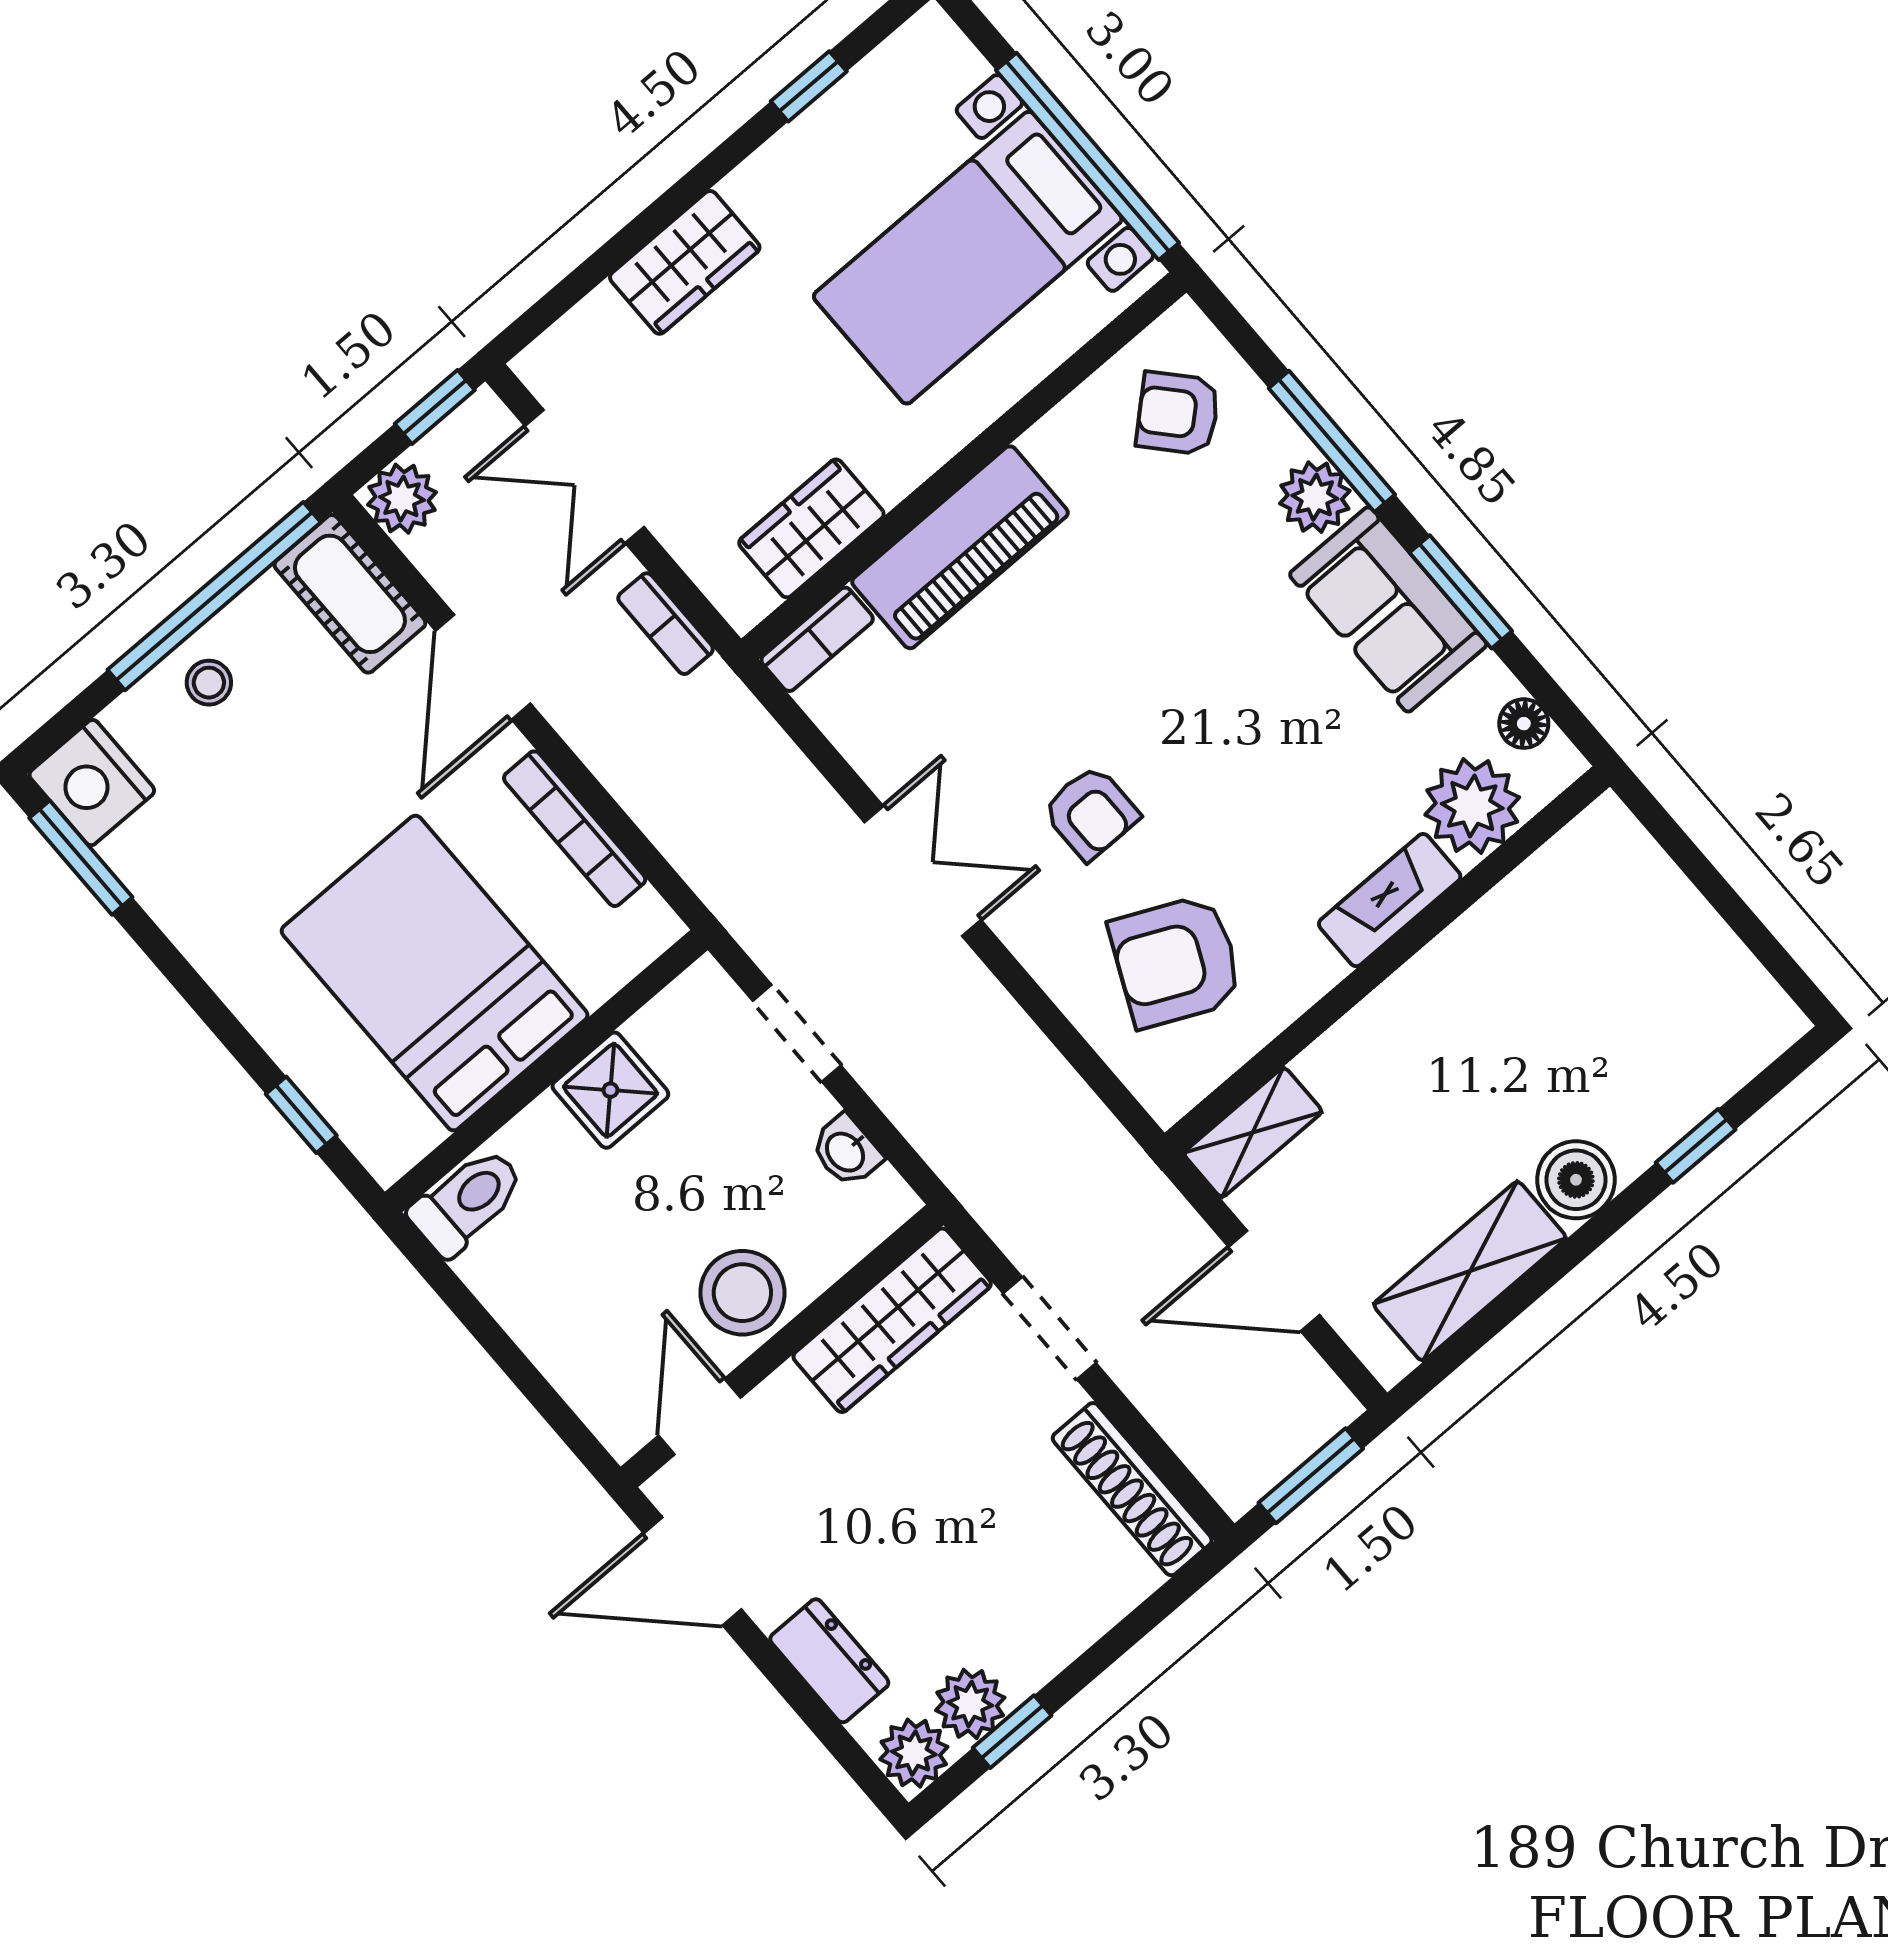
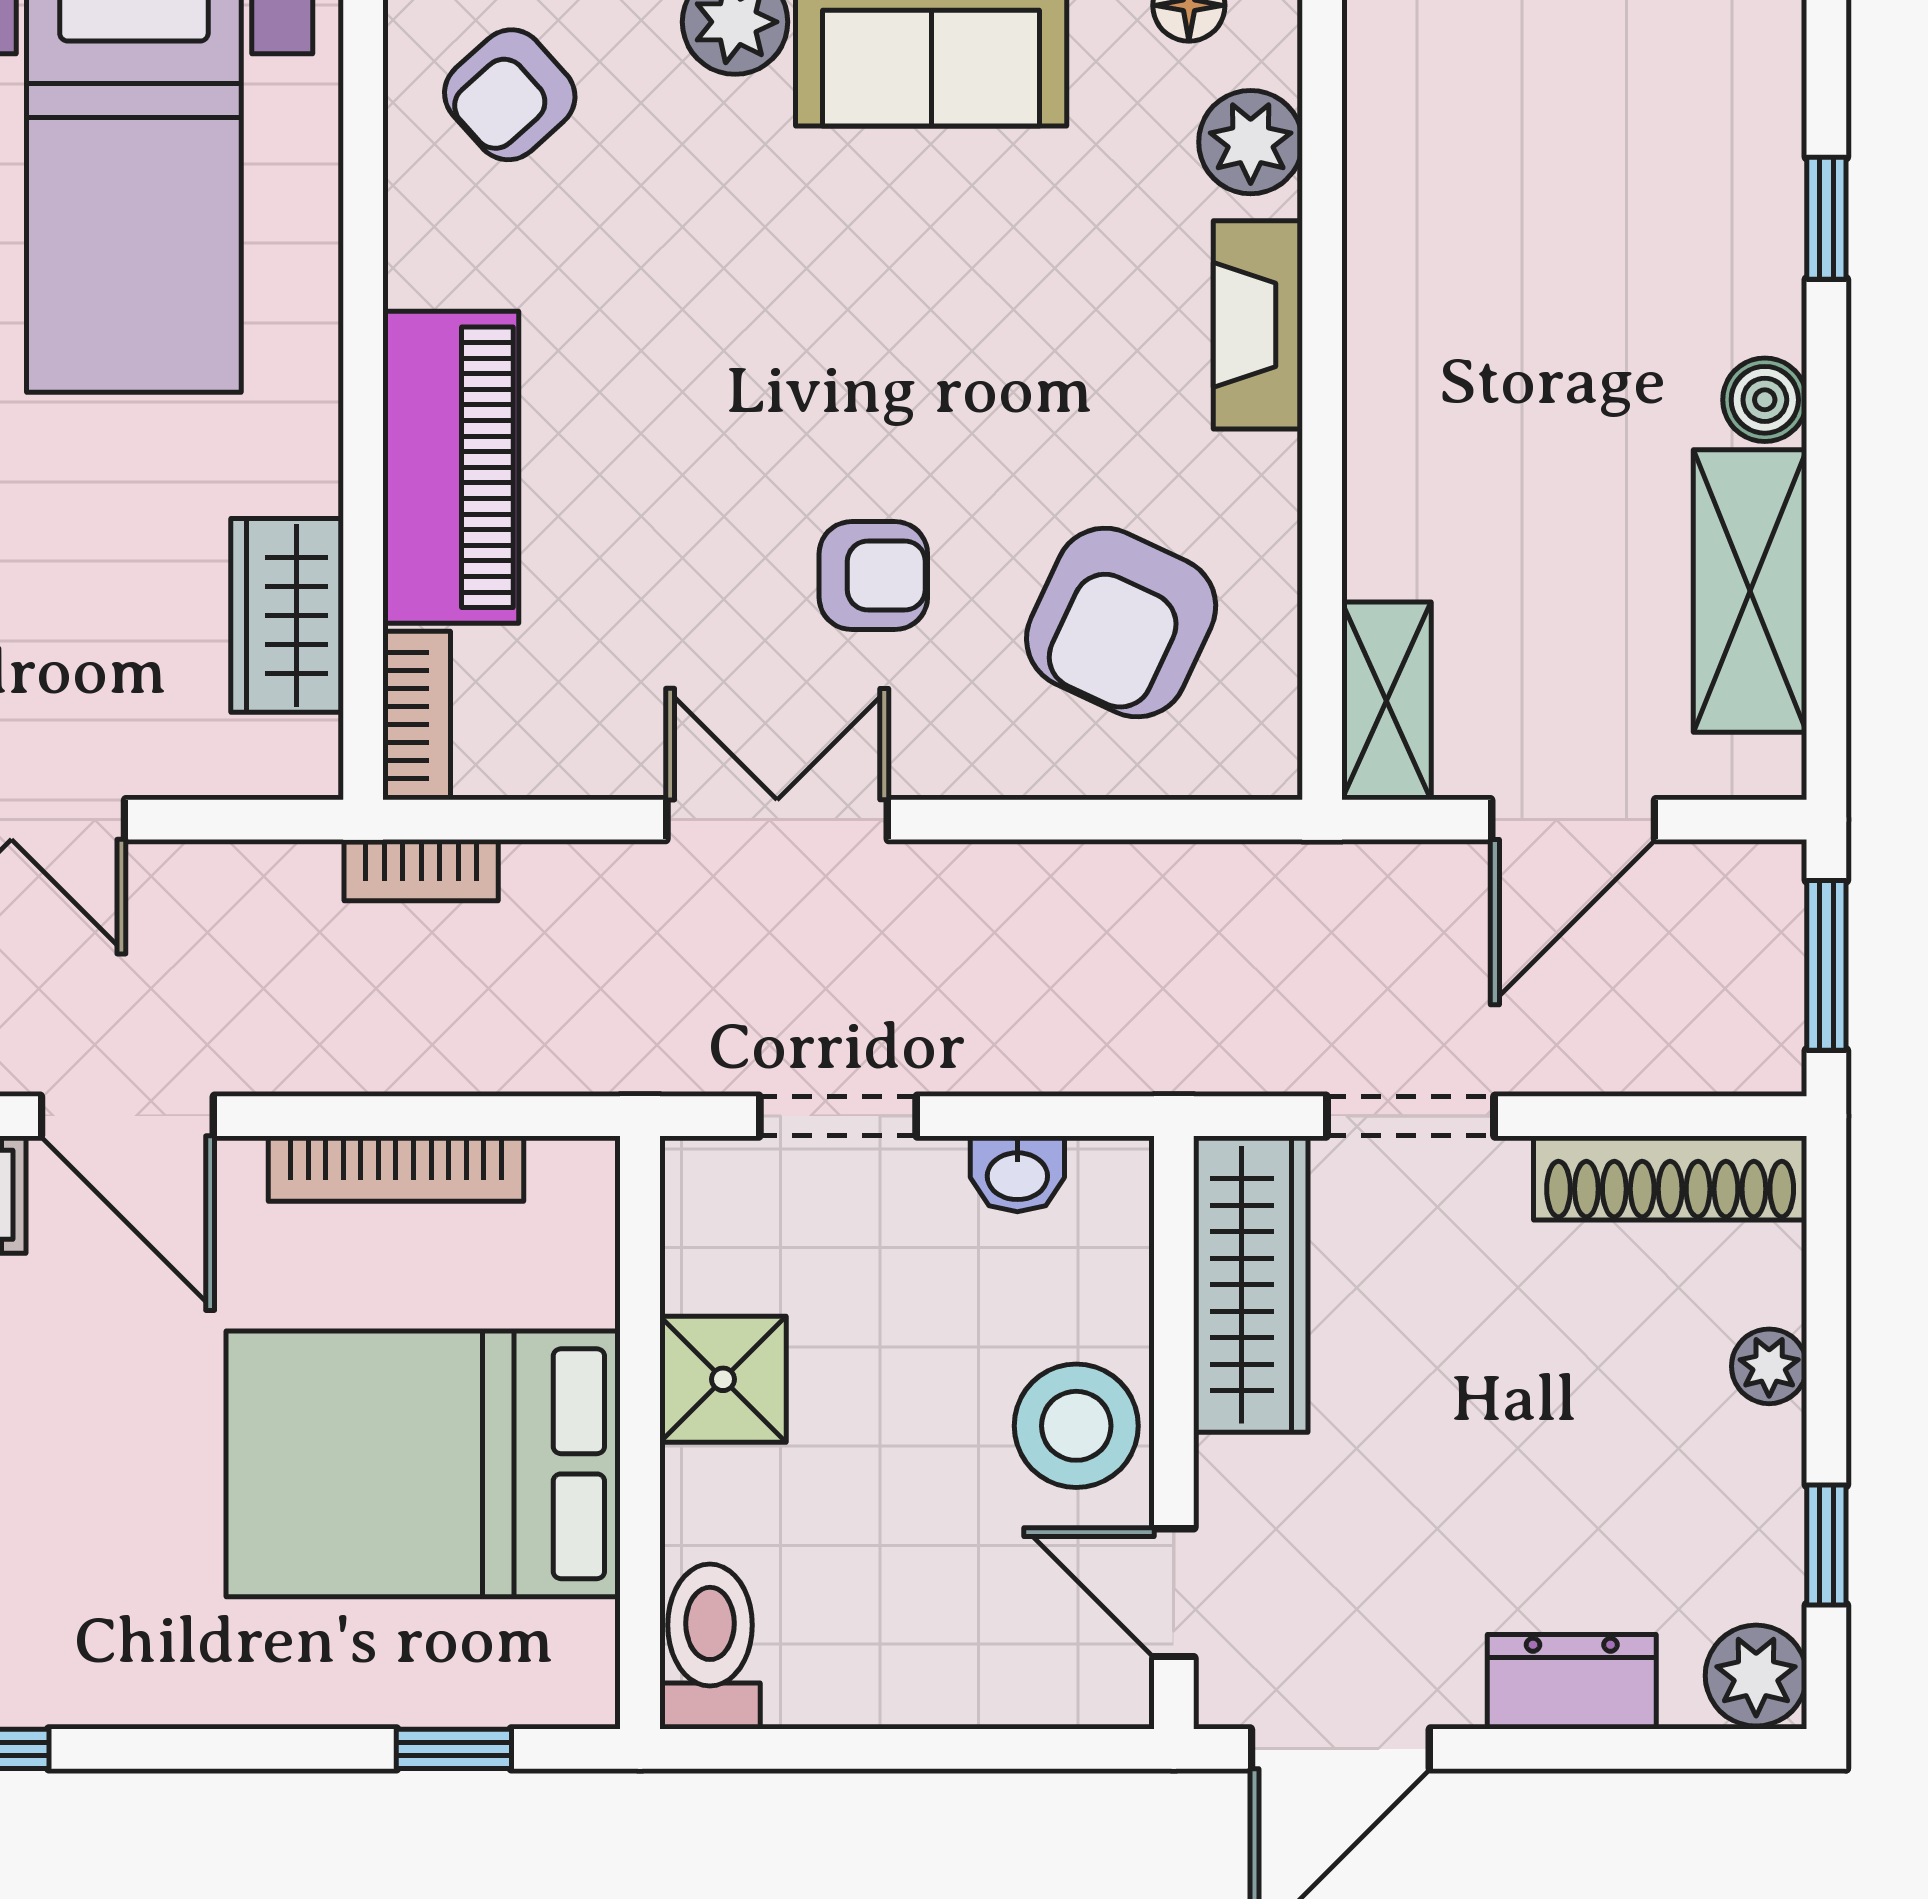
bookcase: (666, 624) -> (421, 870), moved
plant: (1472, 806) -> (1251, 142), width x0.73, depth x0.73
boiler: (1576, 1180) -> (1765, 400), width x0.73, depth x0.73
plant: (970, 1704) -> (1769, 1366), moved, width x0.73, depth x0.73

